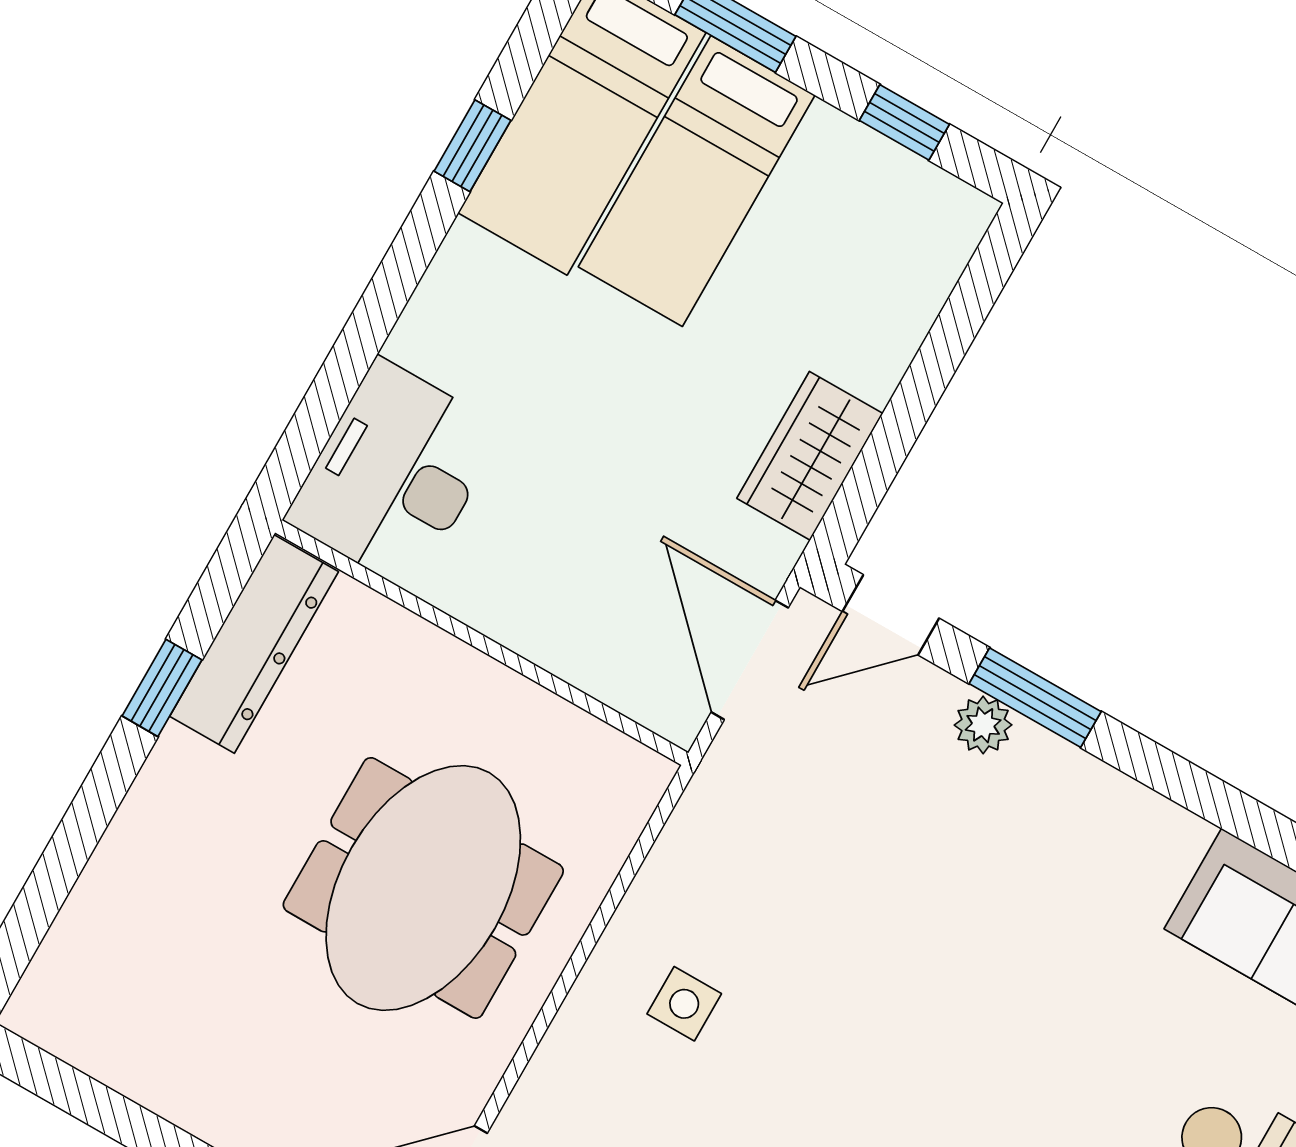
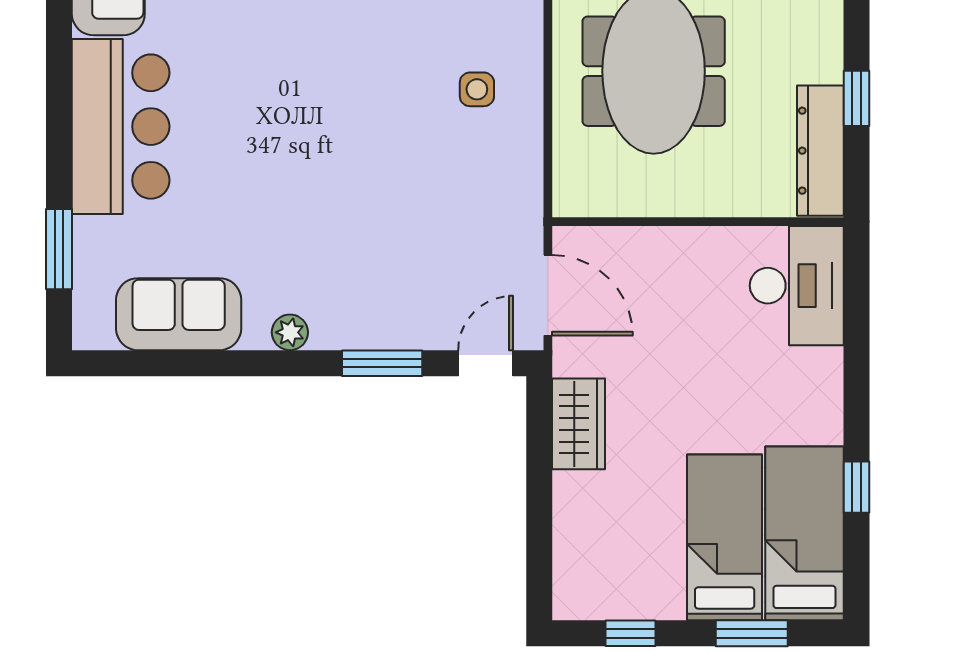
plant: (983, 725) -> (290, 332), moved

